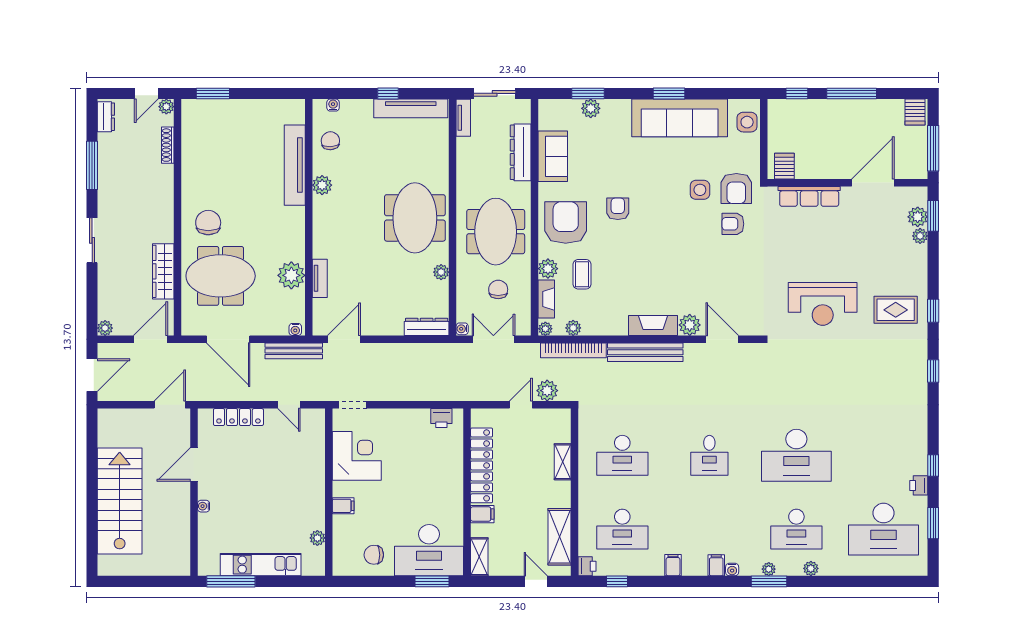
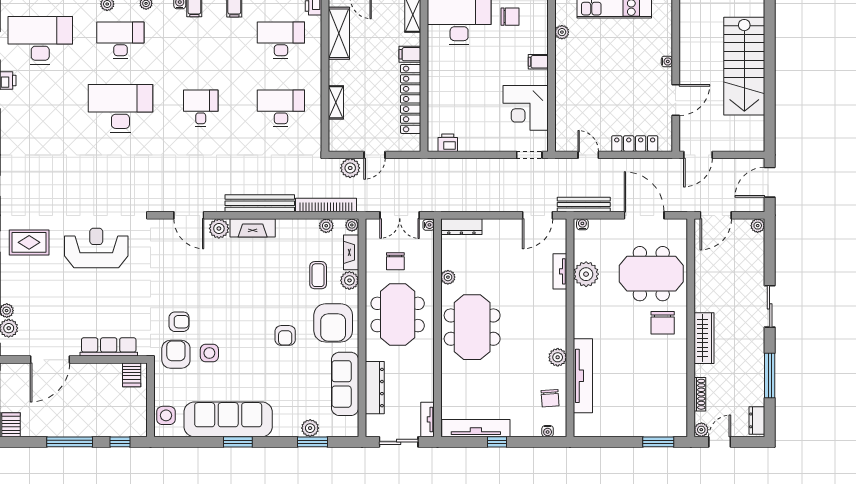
sofa: (553, 156) -> (345, 384), width x1.36
wardrobe: (163, 271) -> (704, 338), moved

